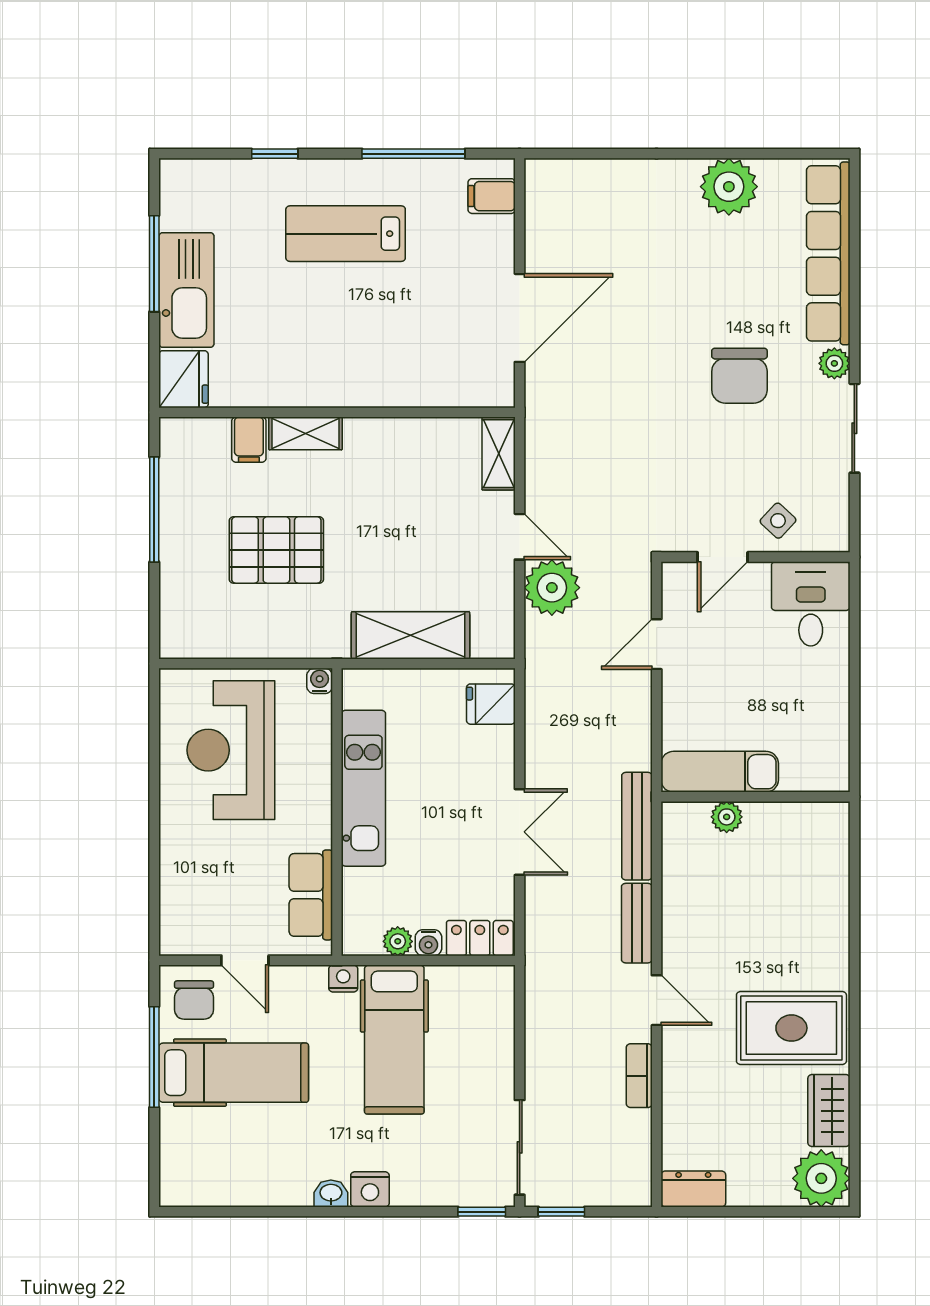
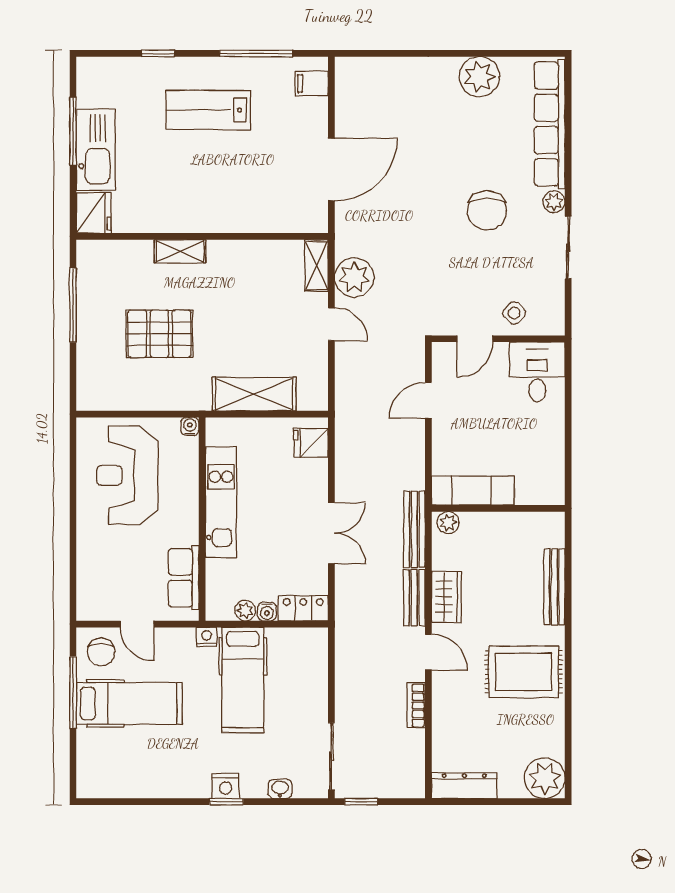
filing cabinet: (249, 440) -> (140, 256), removed
plant: (552, 588) -> (354, 277), moved
plant: (727, 817) -> (448, 523), moved
bench: (835, 908) -> (554, 587), added
wardrobe: (829, 1111) -> (446, 597), moved, turned 180
dresser: (693, 1189) -> (464, 786), width x1.44
washbasin: (331, 1193) -> (280, 789), moved
window: (482, 1212) -> (226, 802), moved

